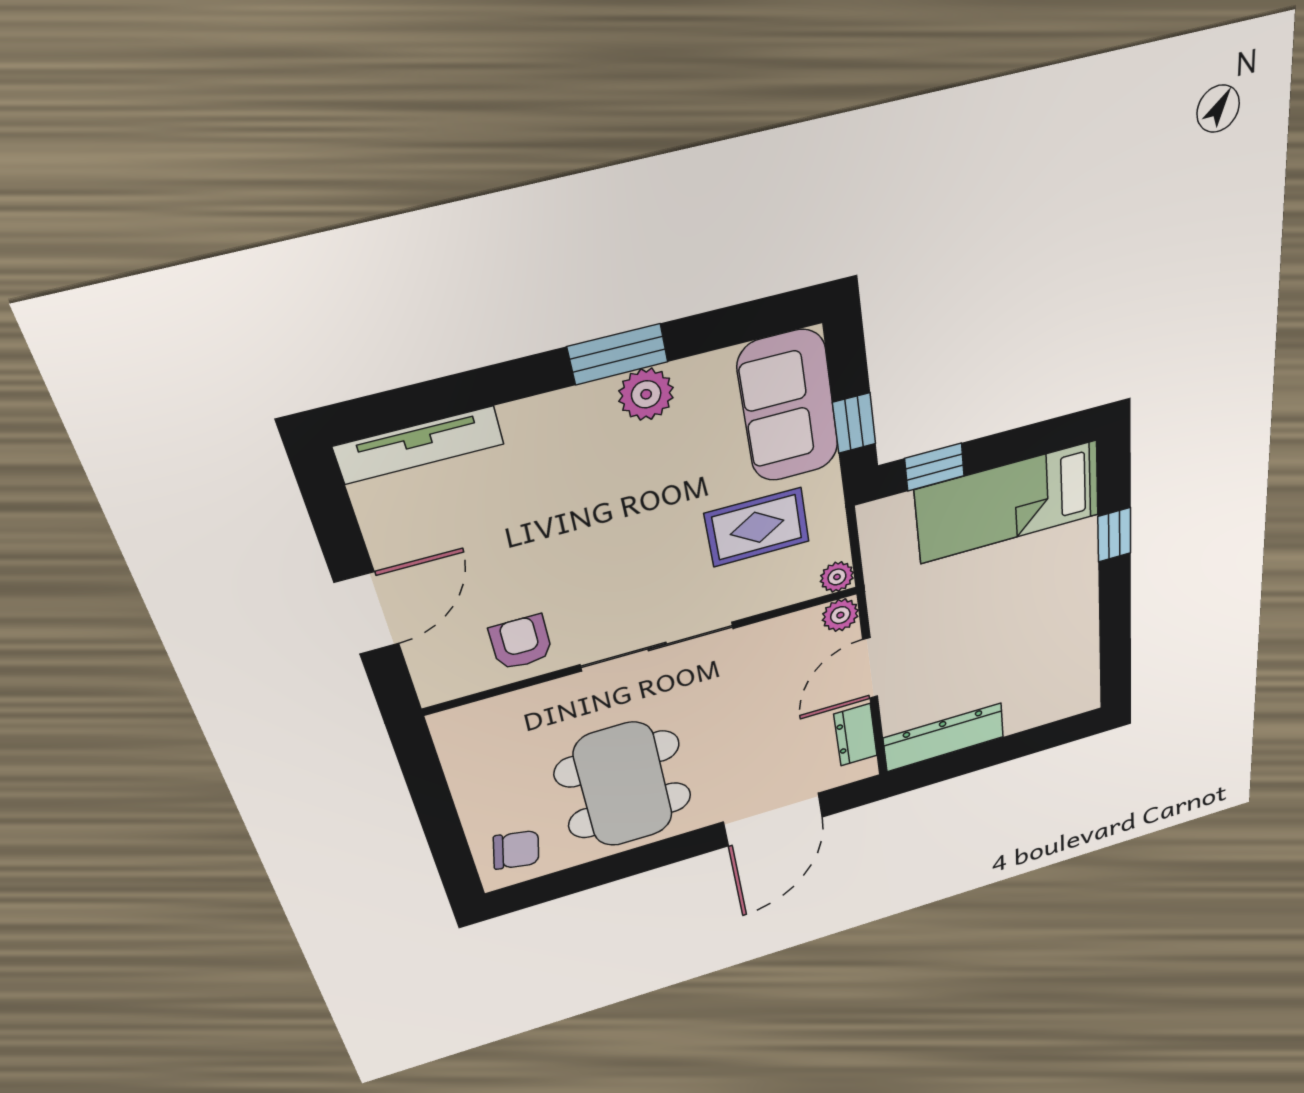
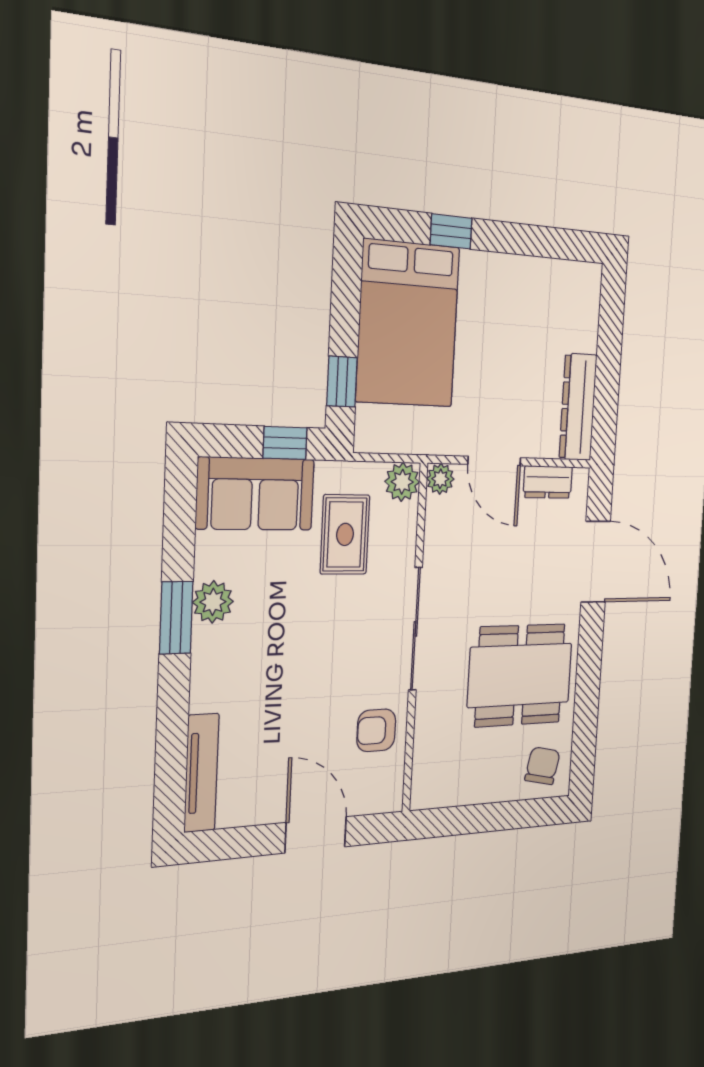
bed: (1008, 502) -> (408, 324), width x1.50
plant: (837, 577) -> (402, 482), width x1.38, depth x1.38

